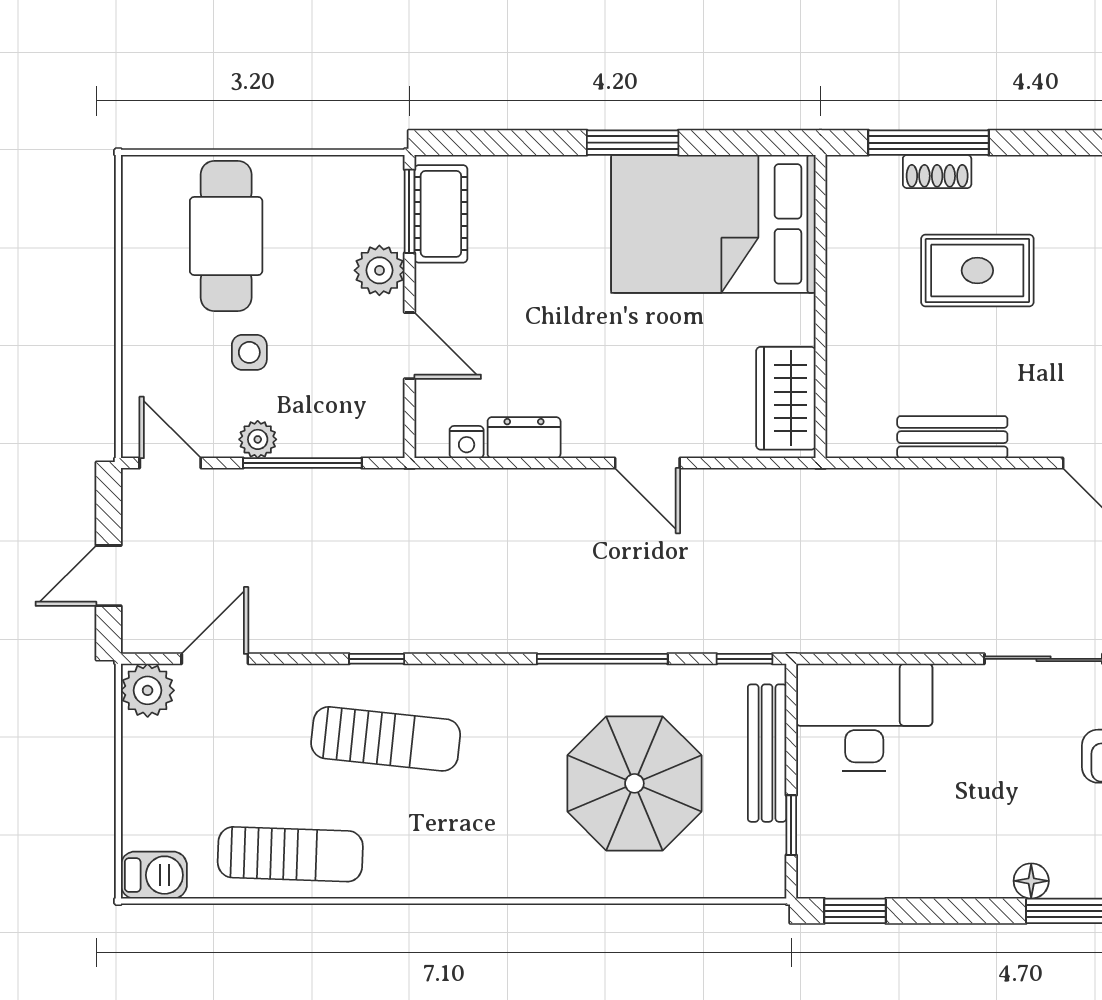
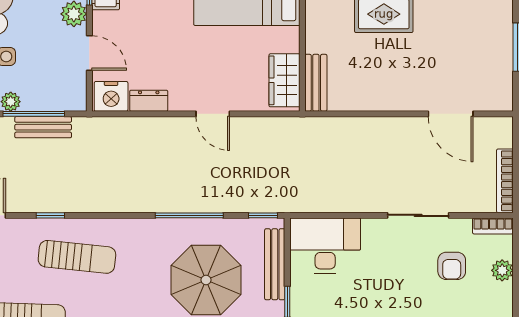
bench: (952, 437) -> (316, 83), moved, turned 90
nightstand: (467, 442) -> (111, 96), width x1.89, depth x1.79
bench: (320, 489) -> (43, 127), added
window: (377, 659) -> (50, 215), moved

